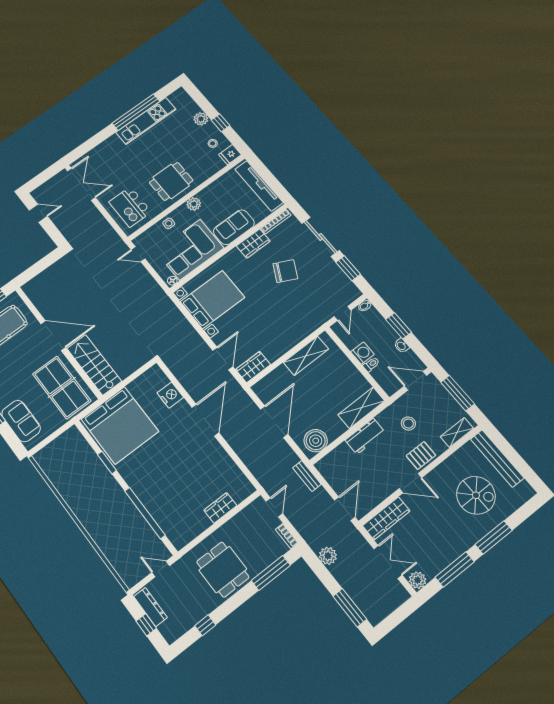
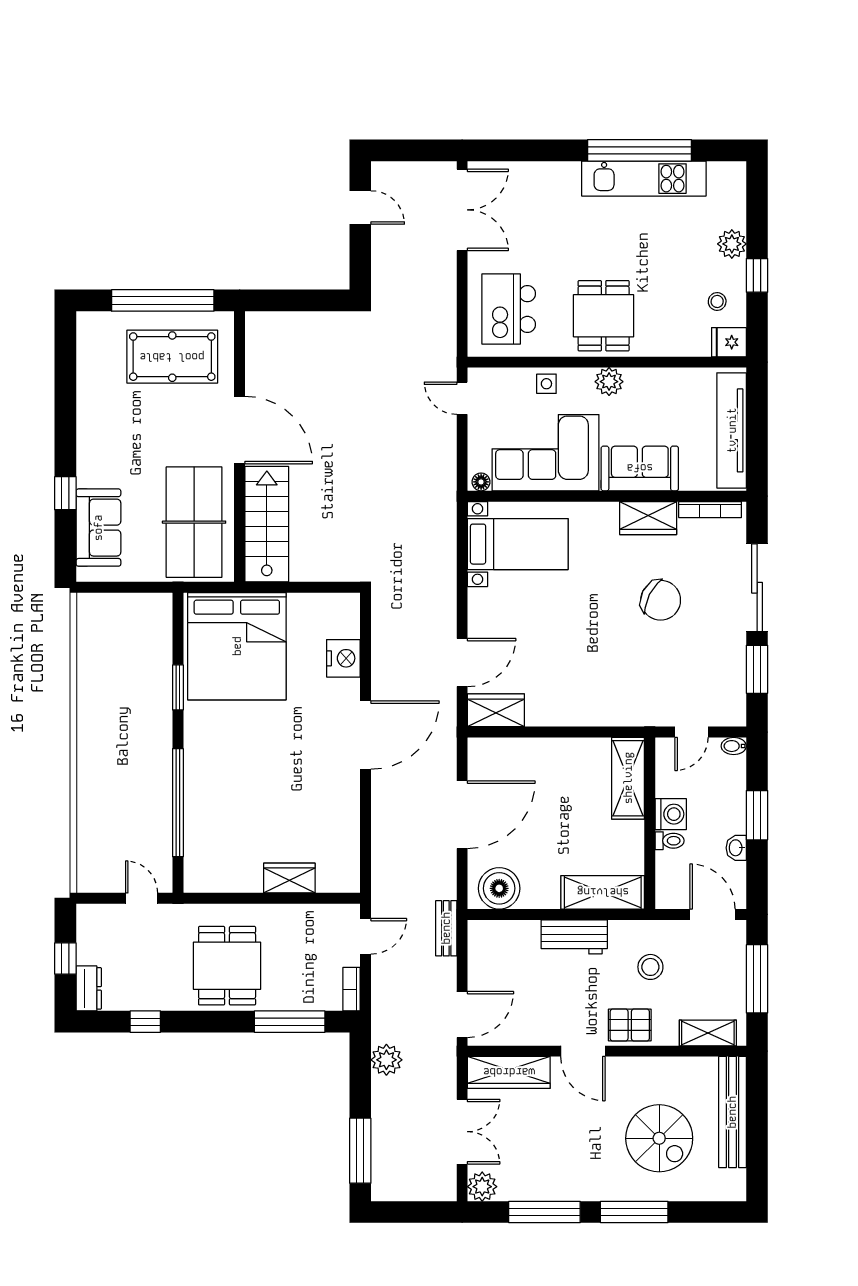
dining table: (171, 181) -> (604, 316), turned 90
bed with nightstands: (213, 300) -> (518, 544), width x0.73
shelving: (306, 356) -> (628, 778), moved, turned 90
dresser: (150, 607) -> (89, 988), moved, width x0.70

